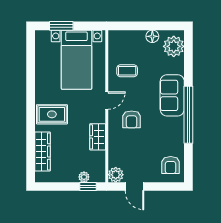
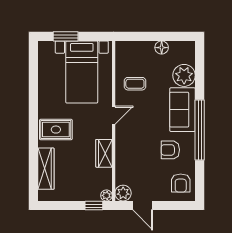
plant: (174, 46) -> (184, 75), moved
armchair: (132, 119) -> (170, 150), moved, turned 90
plant: (84, 177) -> (106, 195), moved

